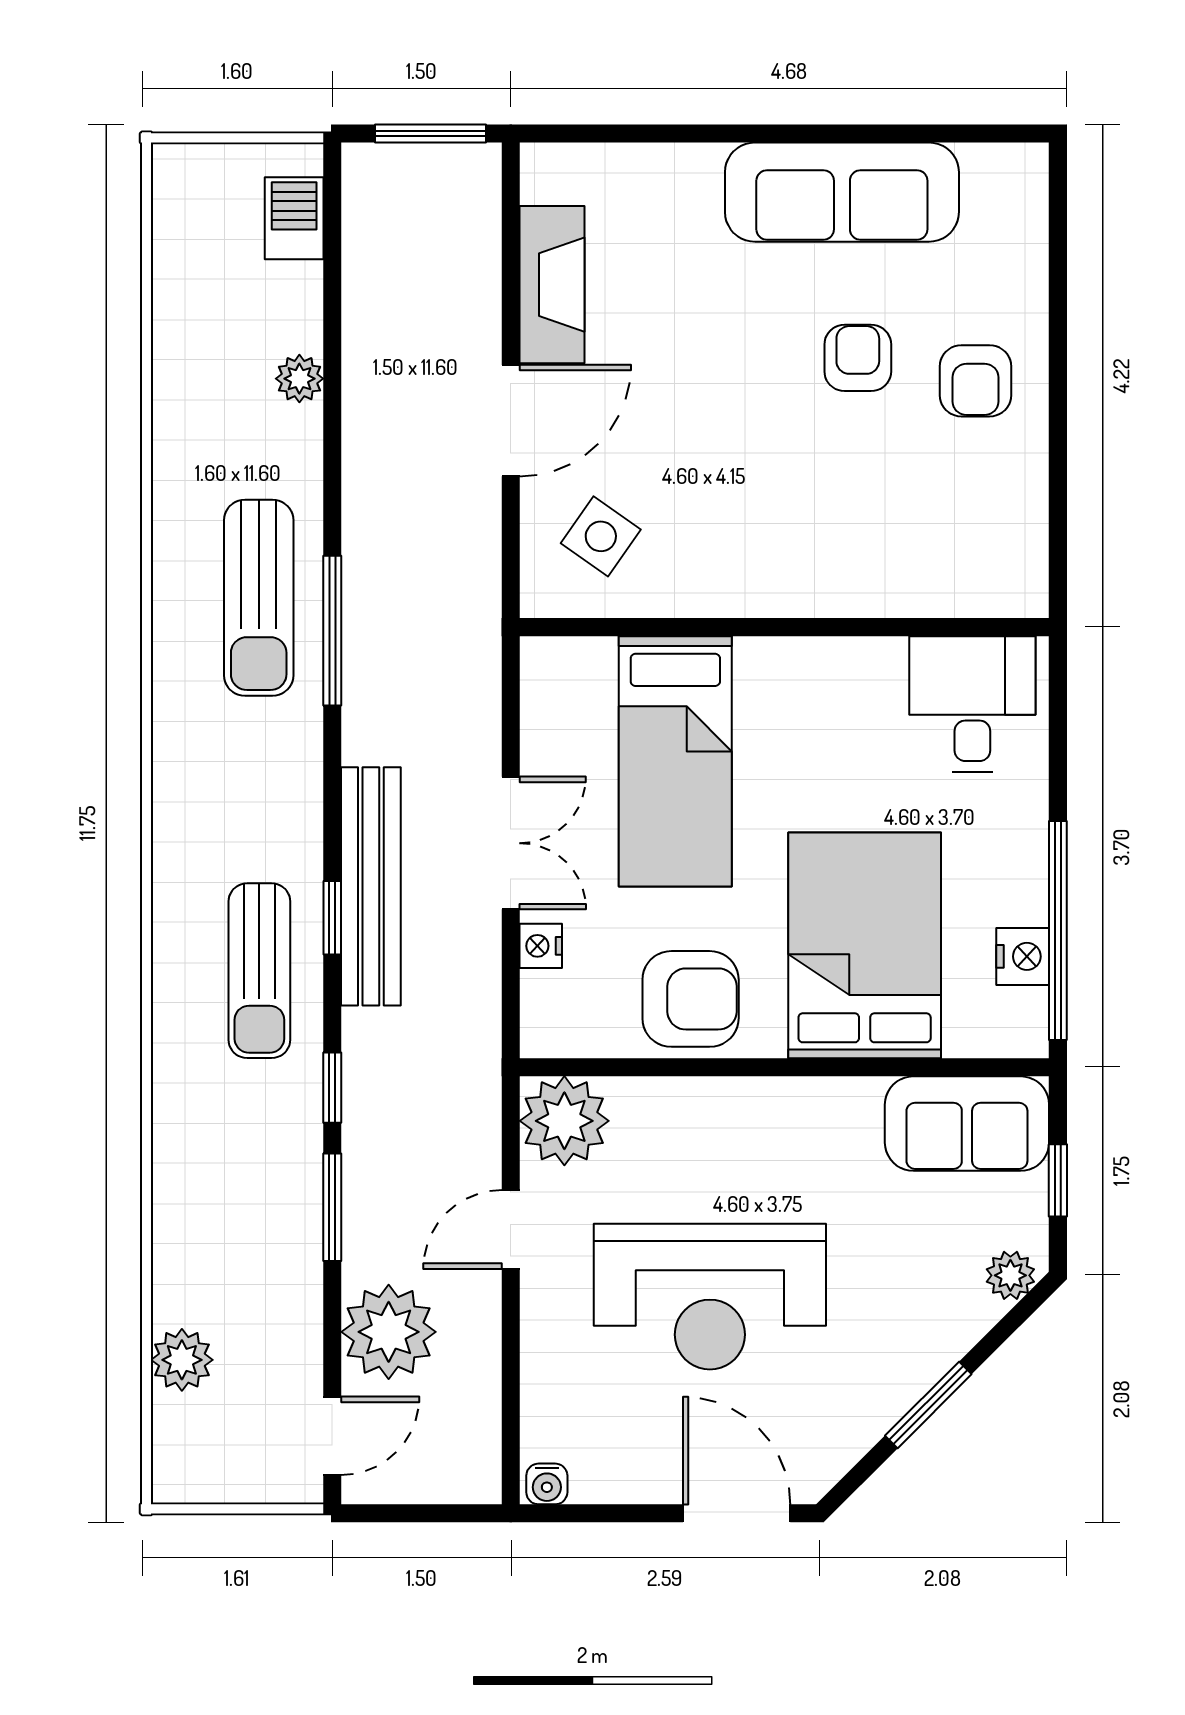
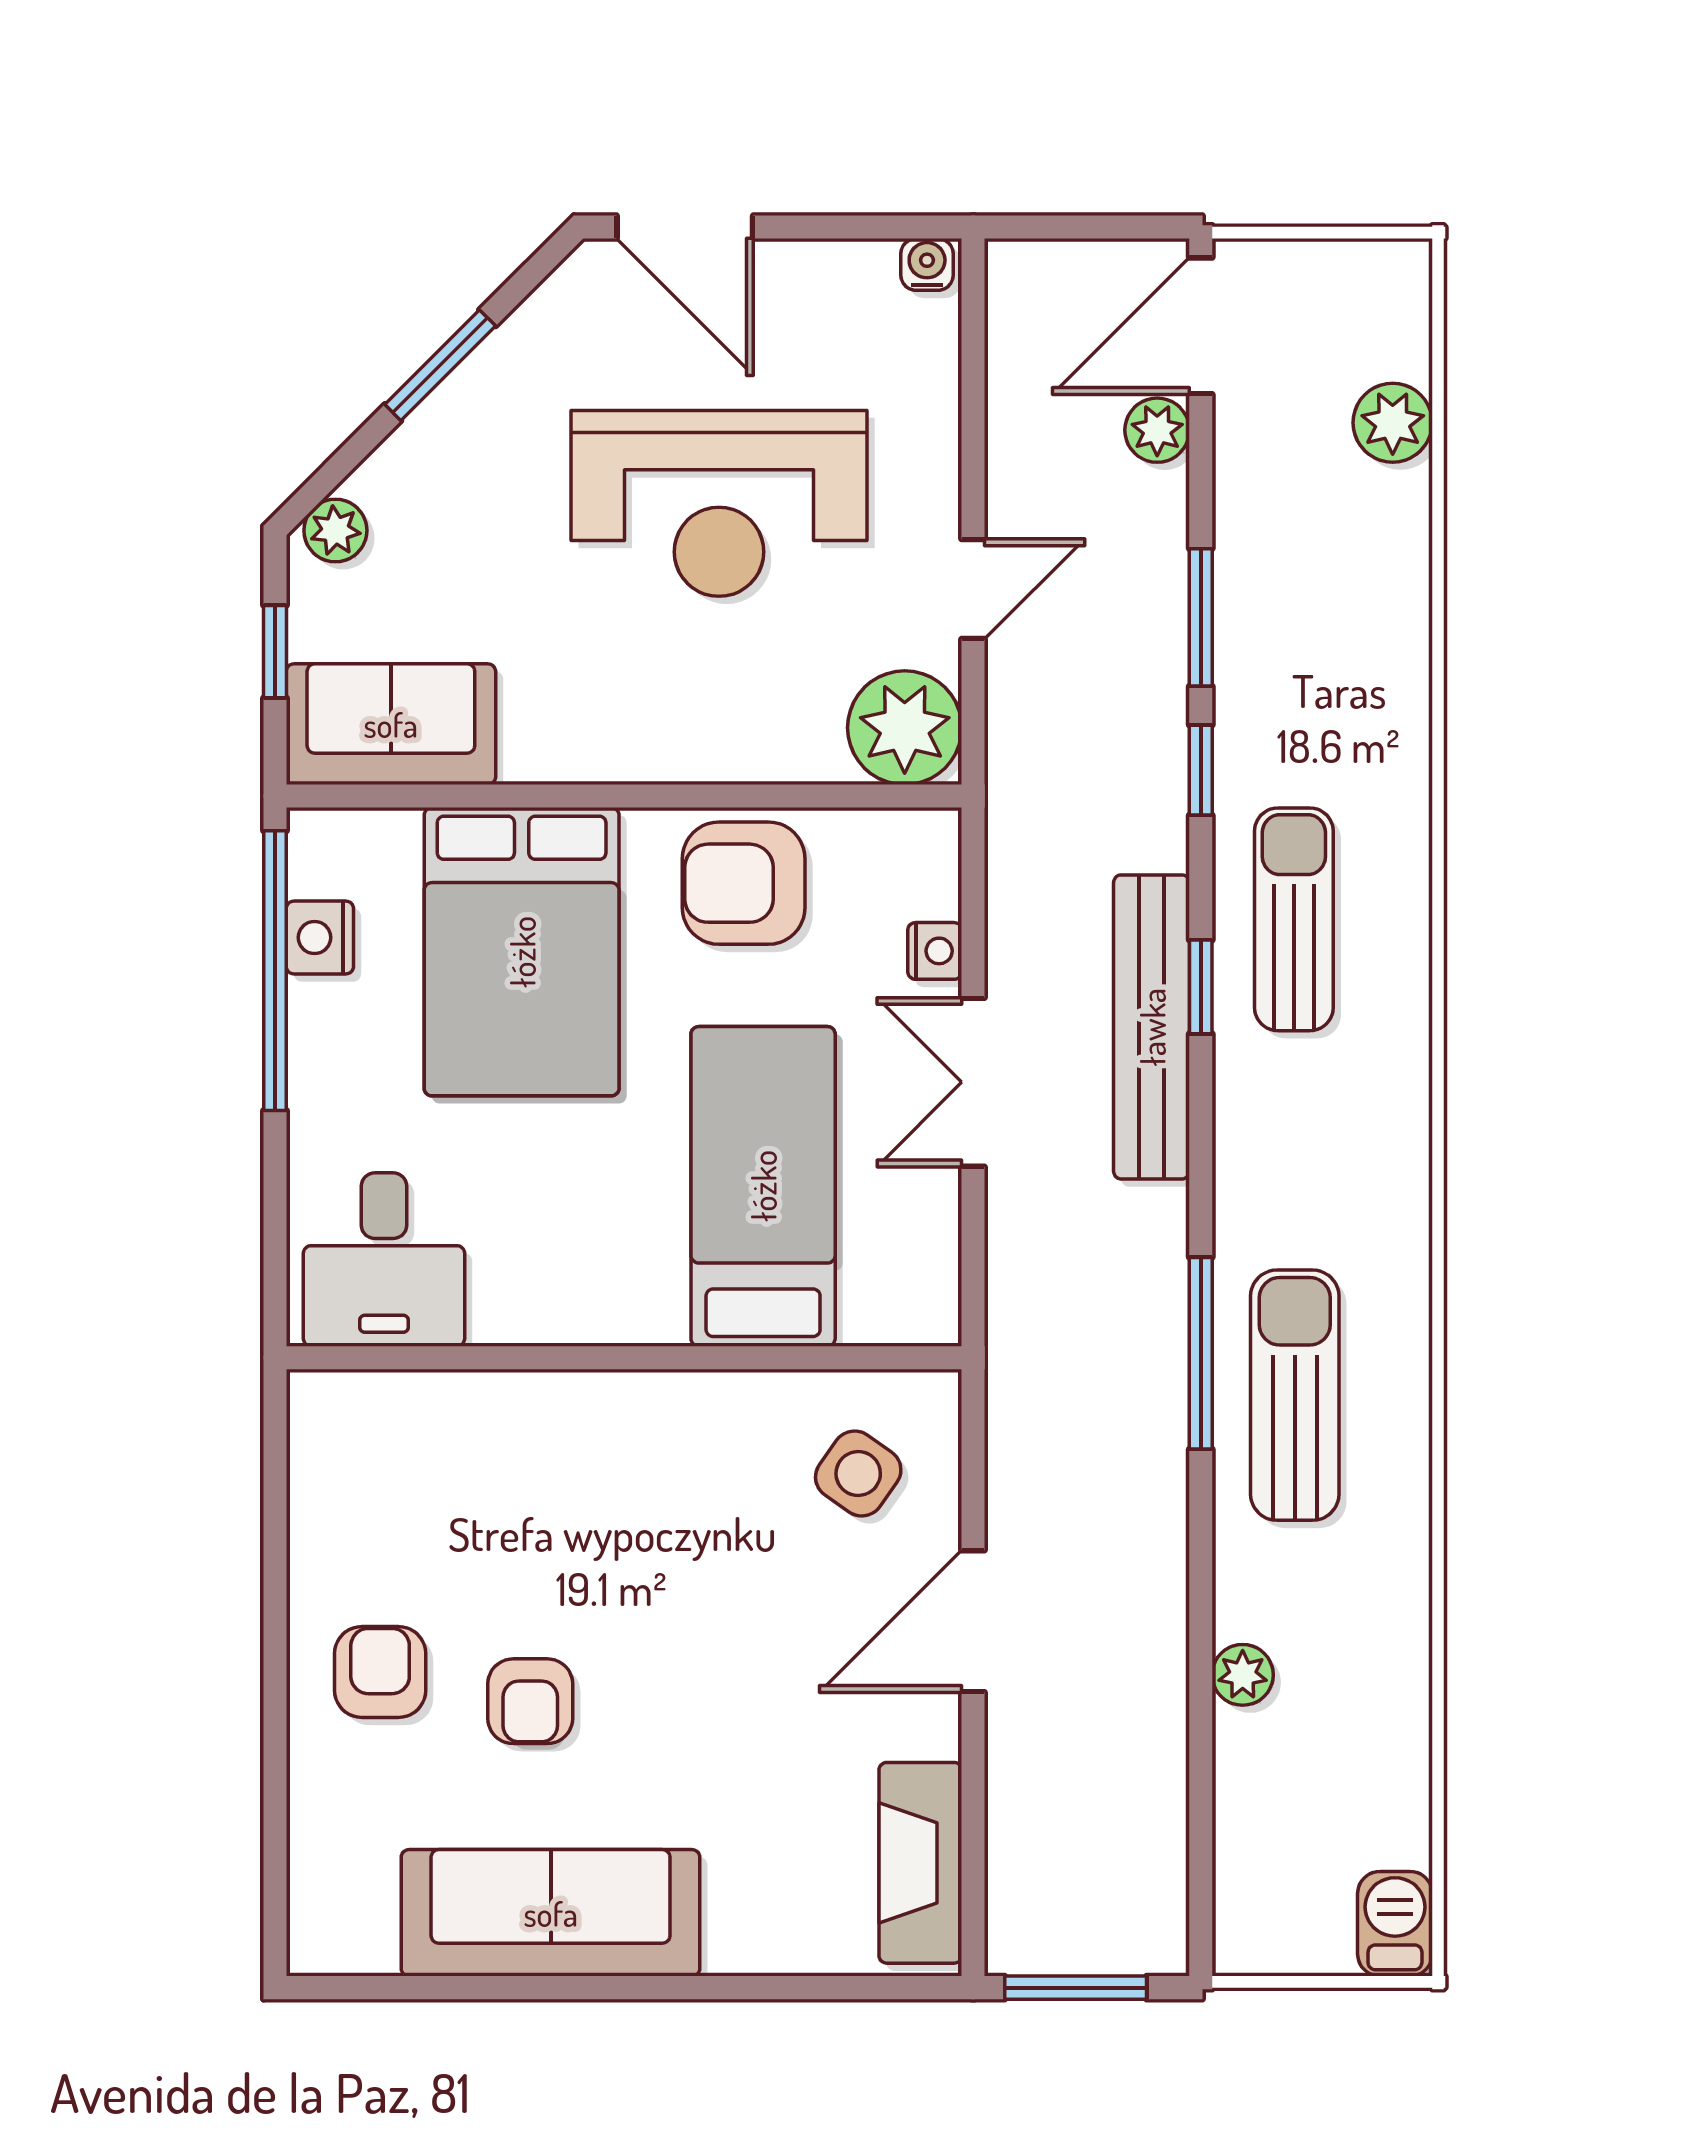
barbecue: (294, 218) -> (1395, 1924), moved, turned 180
fireplace: (552, 285) -> (920, 1863), moved
reception desk: (710, 1297) -> (719, 503), turned 180
plant: (389, 1332) -> (1157, 430), width x0.53, depth x0.53
door: (332, 1436) -> (1201, 326), width x1.38

